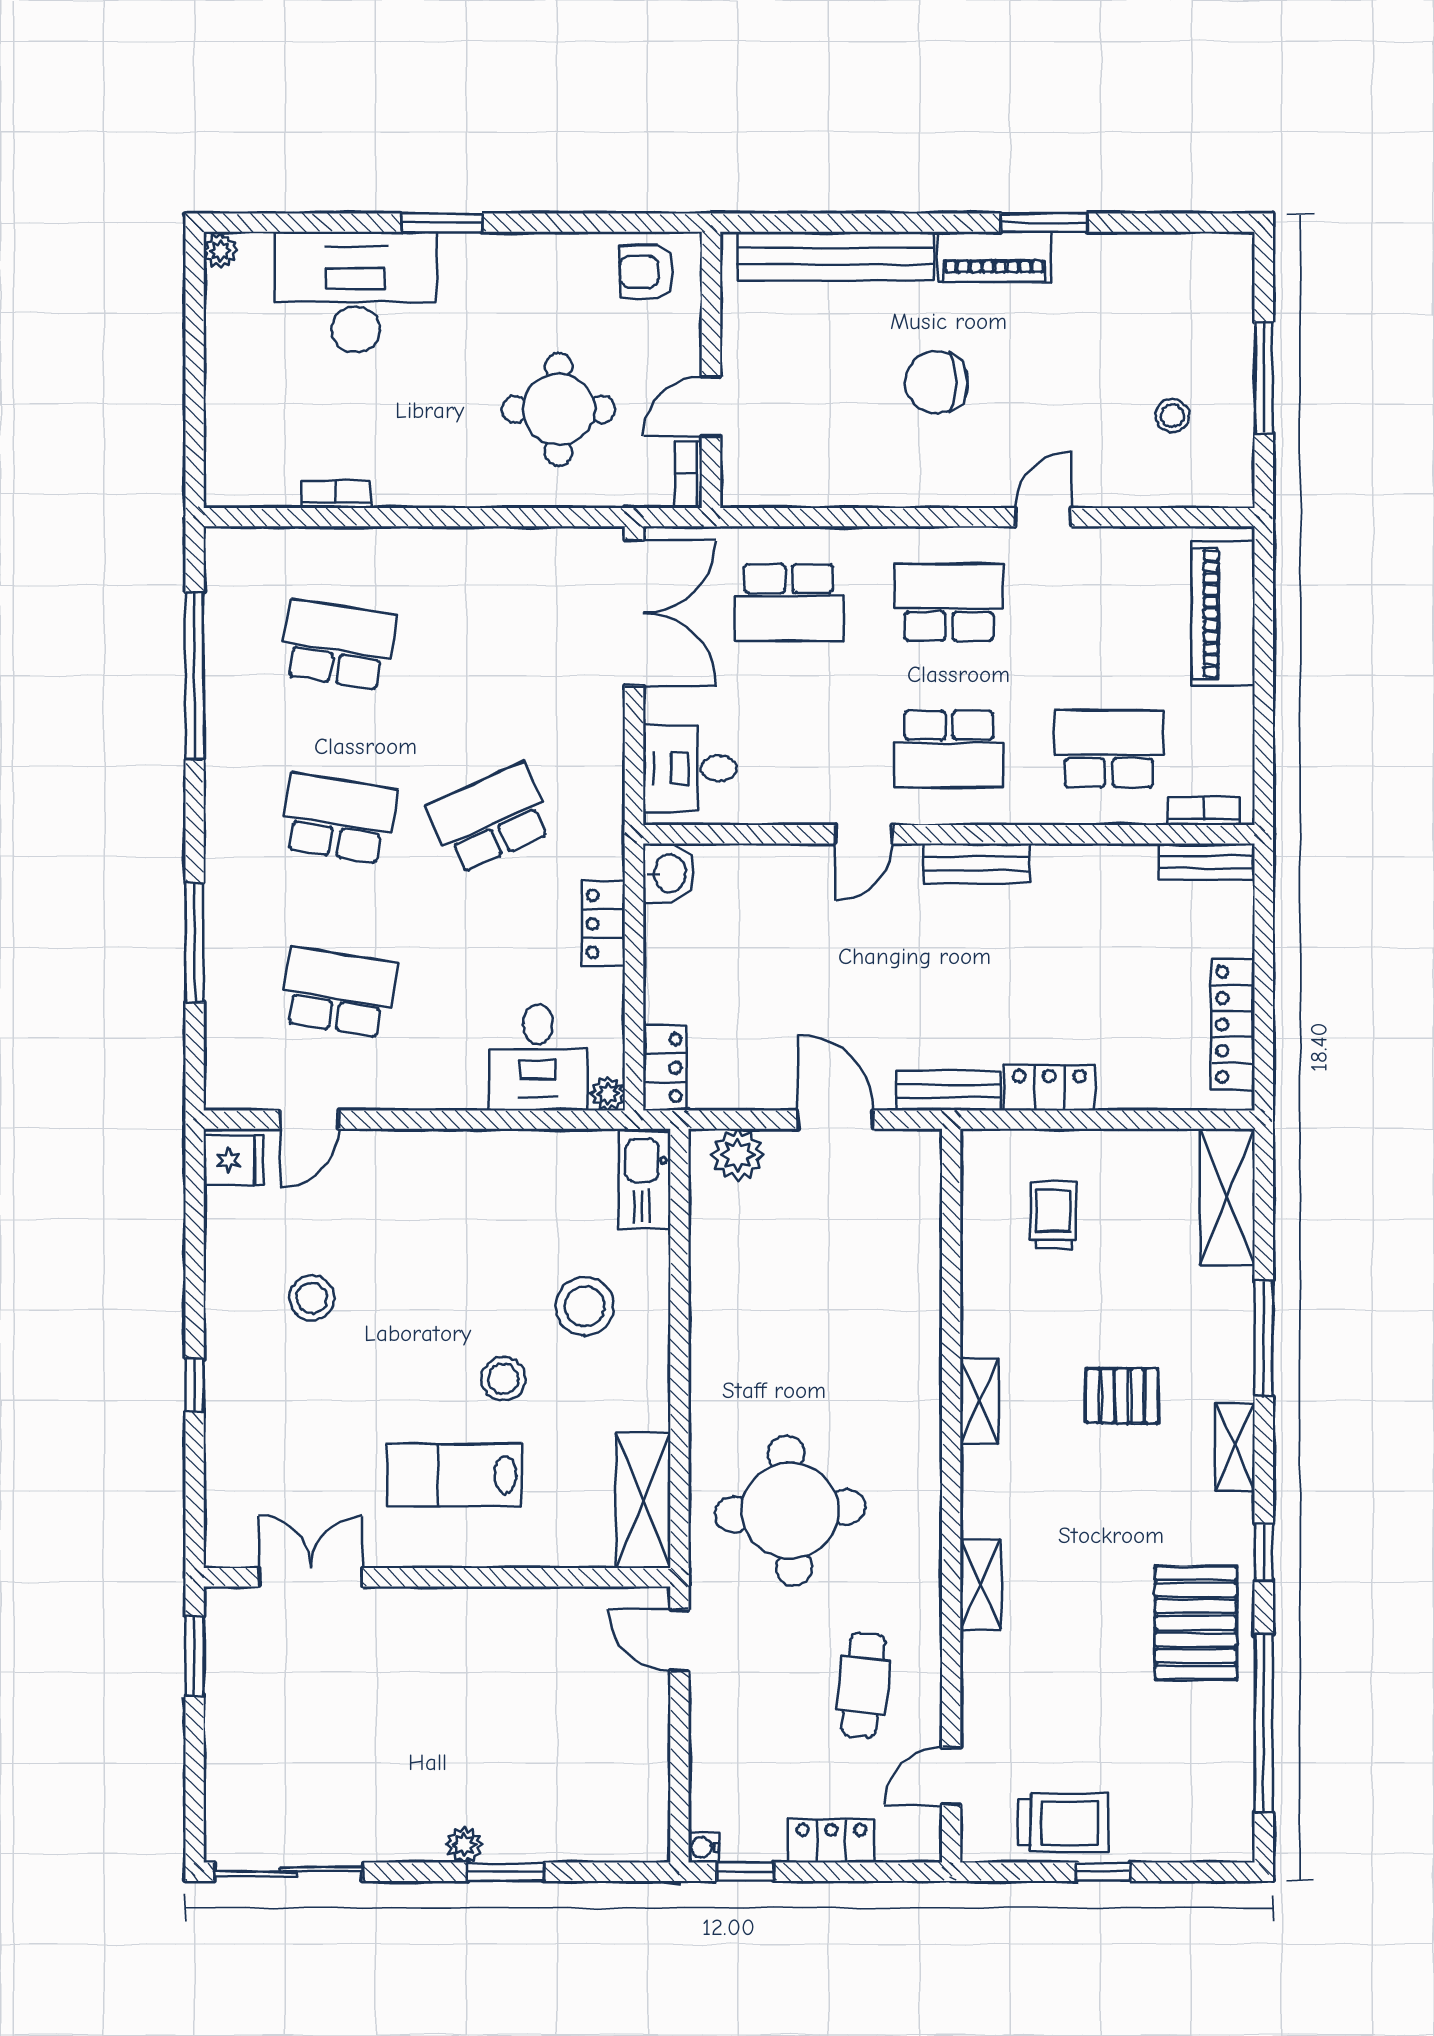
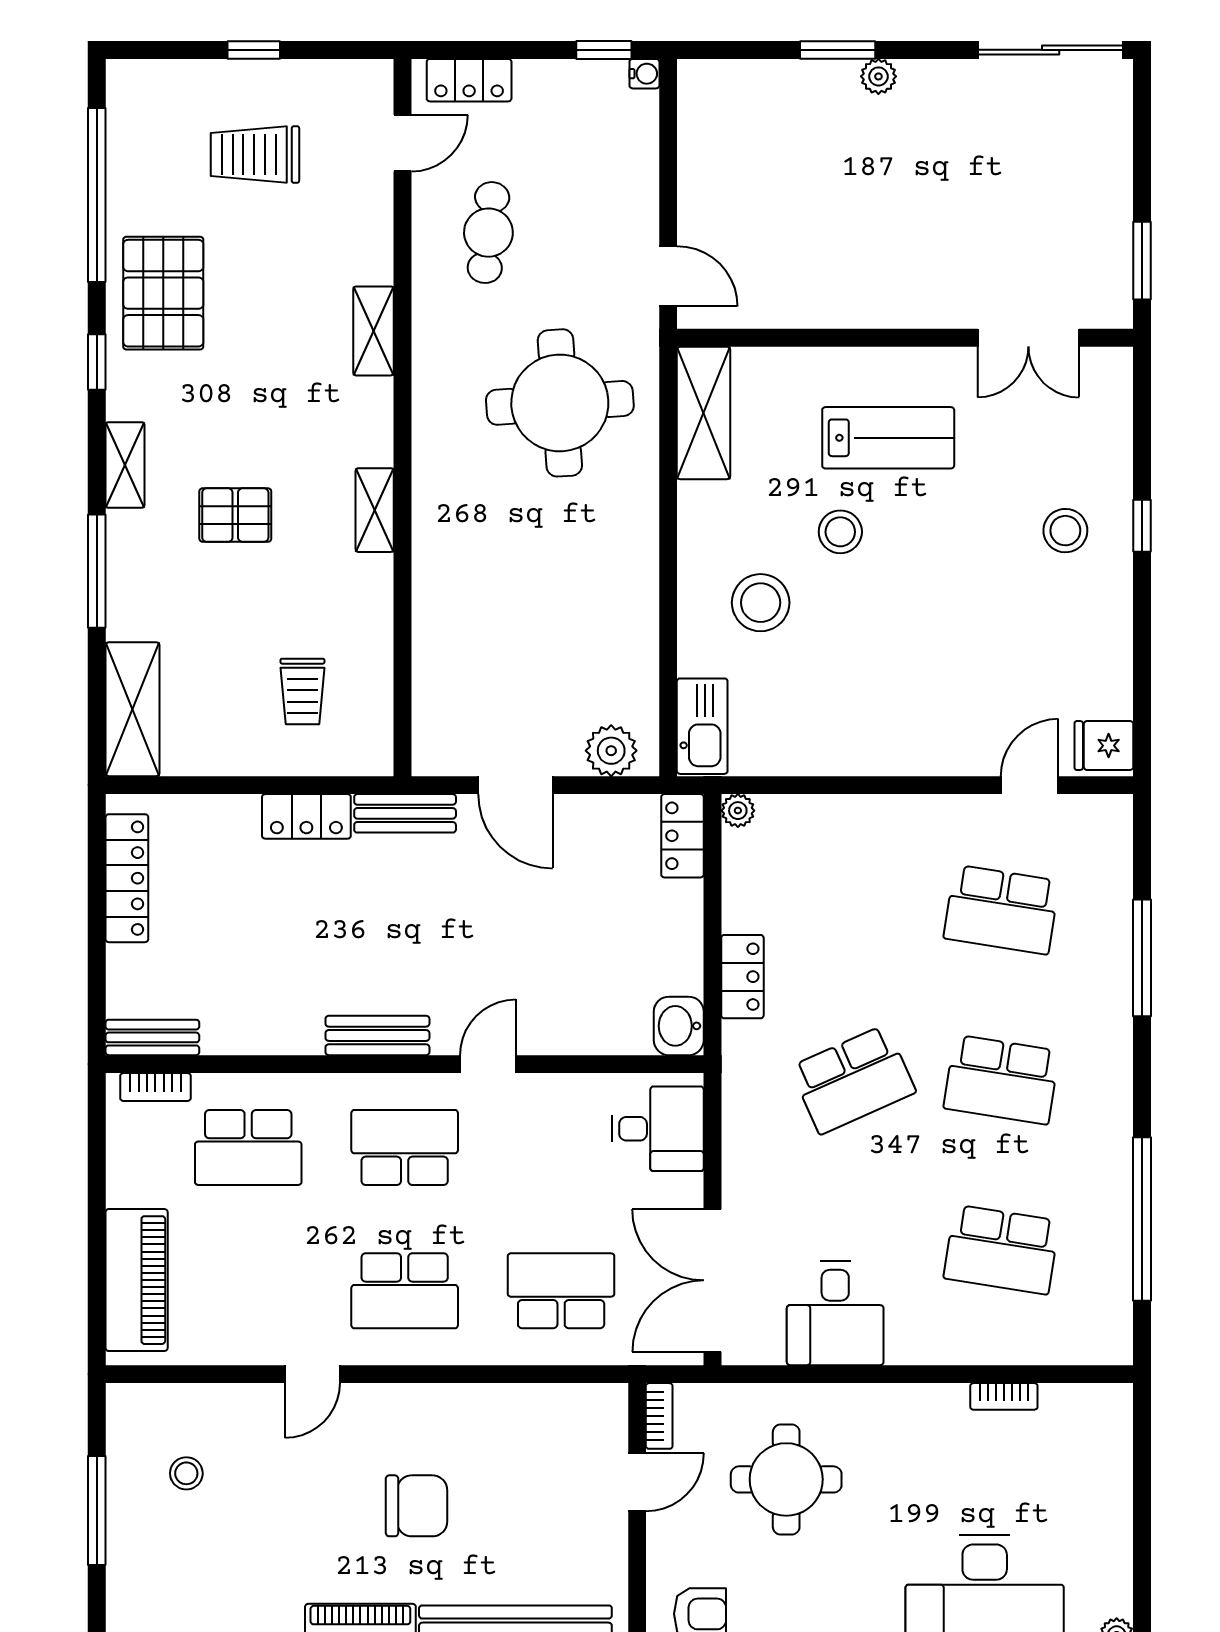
desk: (538, 1057) -> (835, 1313), moved, turned 180
stool: (312, 1298) -> (1065, 531), moved
trolley: (1063, 1823) -> (255, 155), moved
locker: (831, 1841) -> (469, 80), moved

